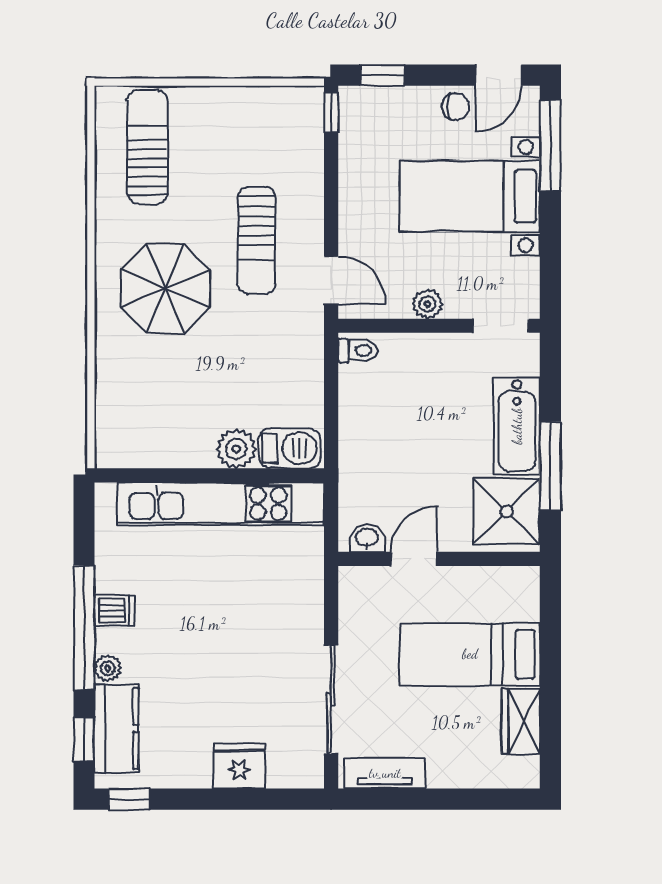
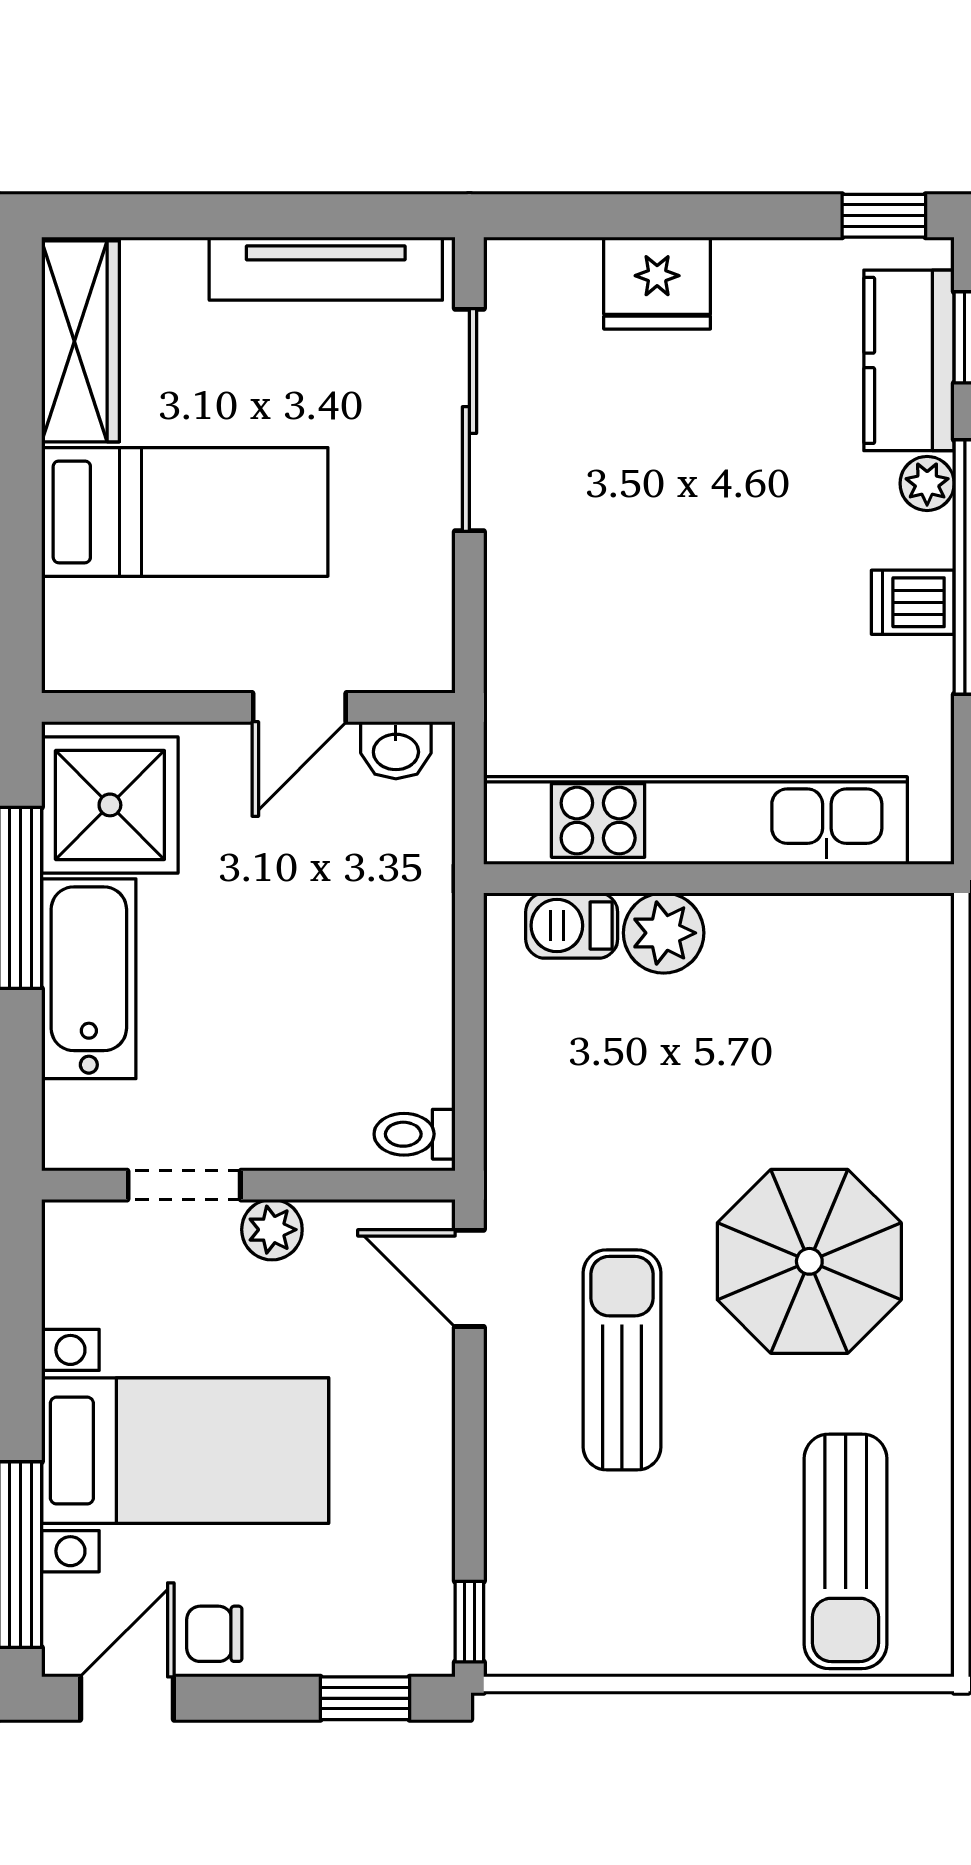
doorway: (501, 326) -> (184, 1185), moved
barbecue: (290, 448) -> (572, 926), width x0.73, depth x0.79
wardrobe: (521, 721) -> (81, 341), width x1.50
tv unit: (385, 773) -> (326, 269), width x1.41

